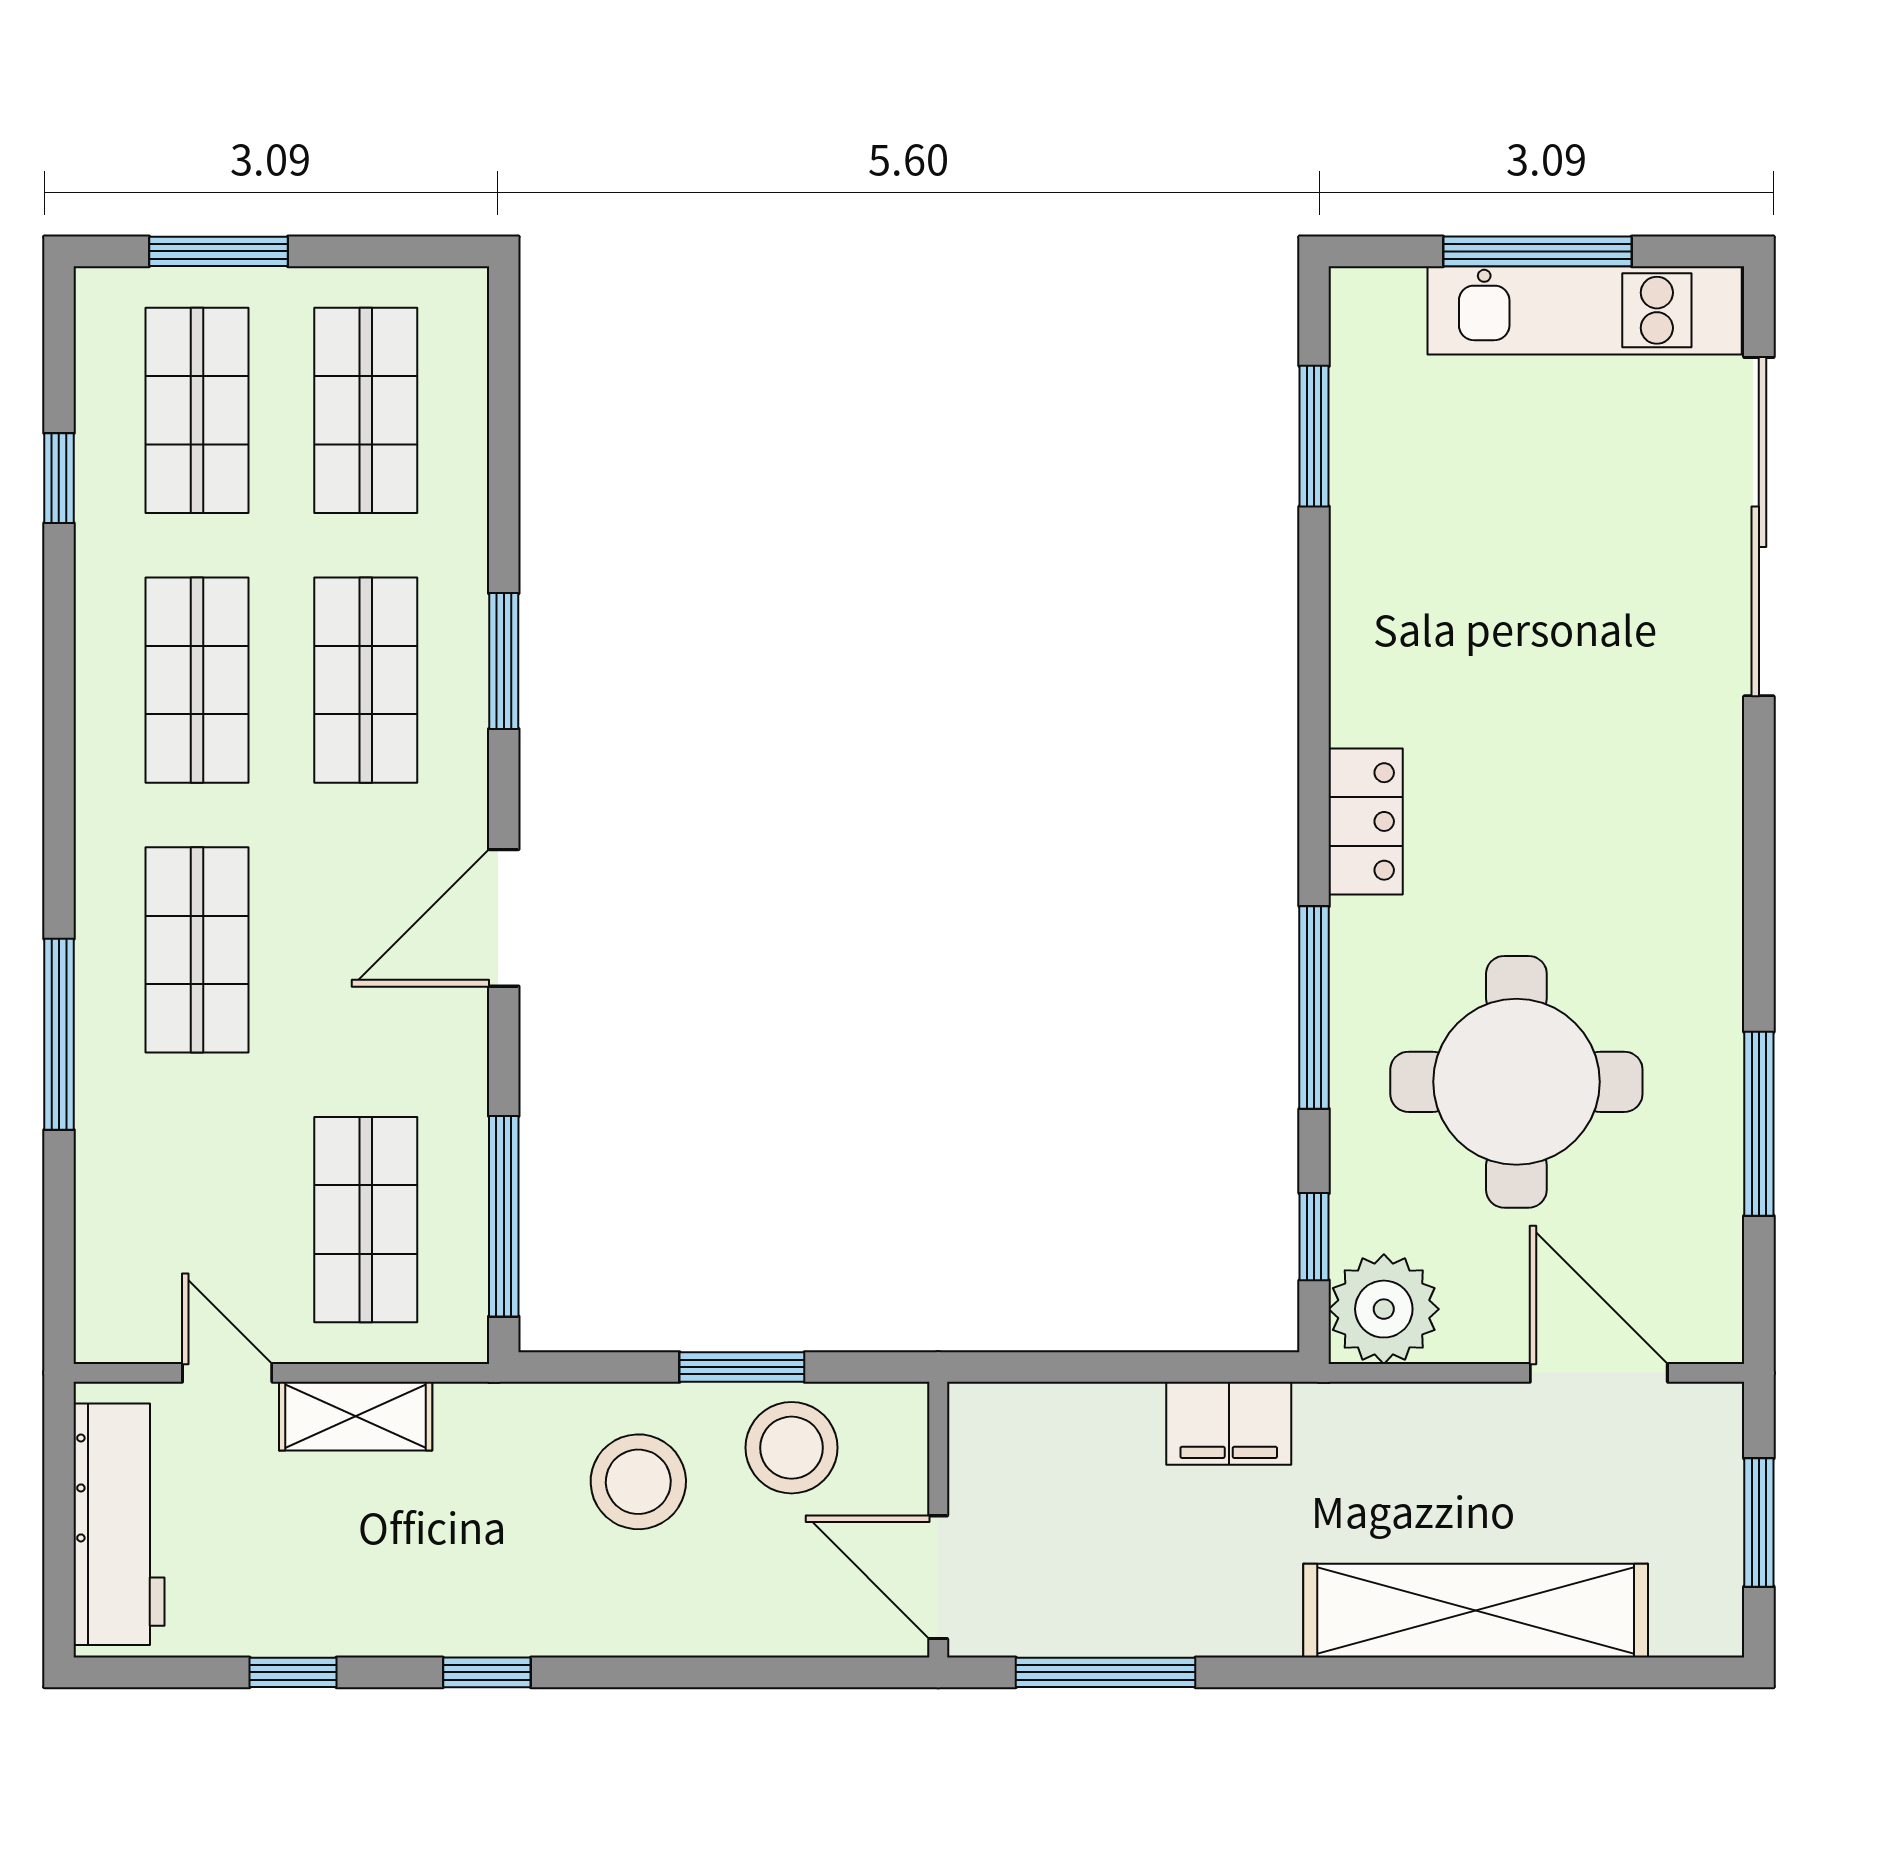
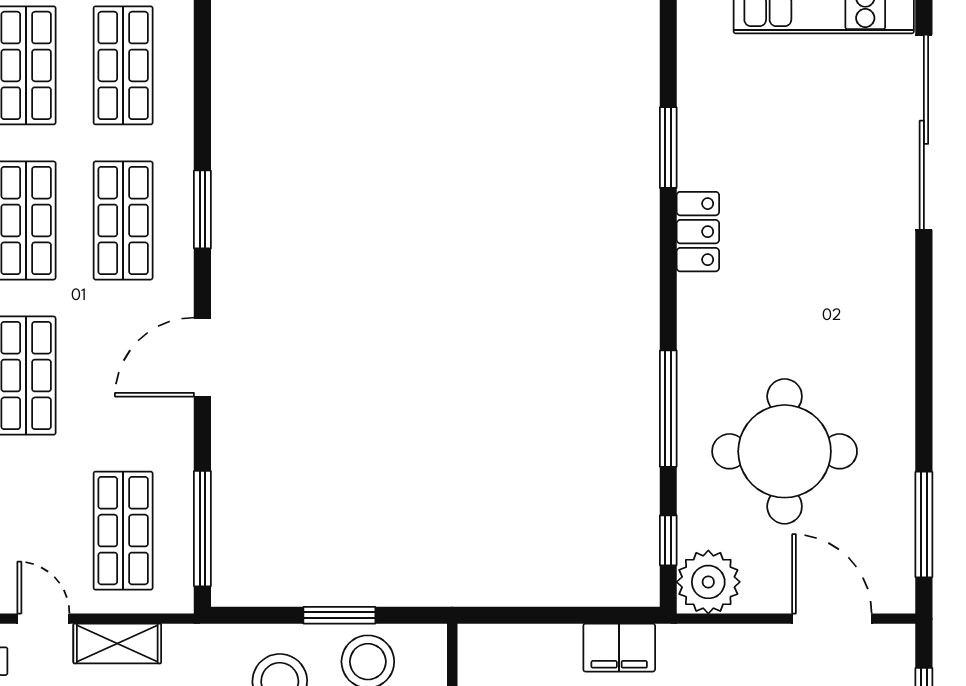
window: (1314, 436) -> (668, 148), moved
locker: (1366, 821) -> (698, 232), moved
window: (1759, 1124) -> (924, 524), moved

